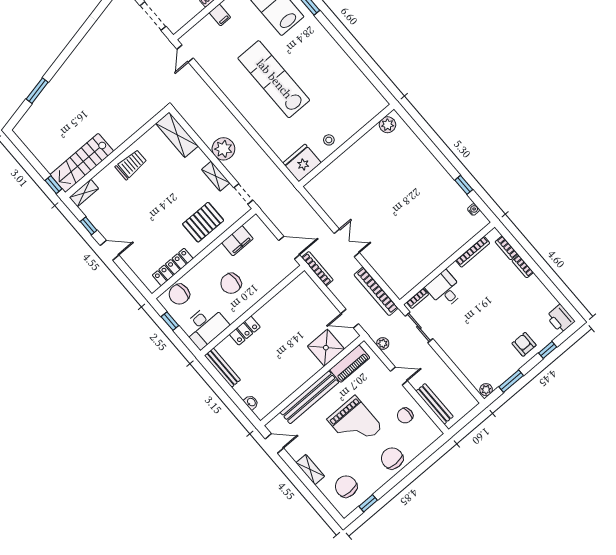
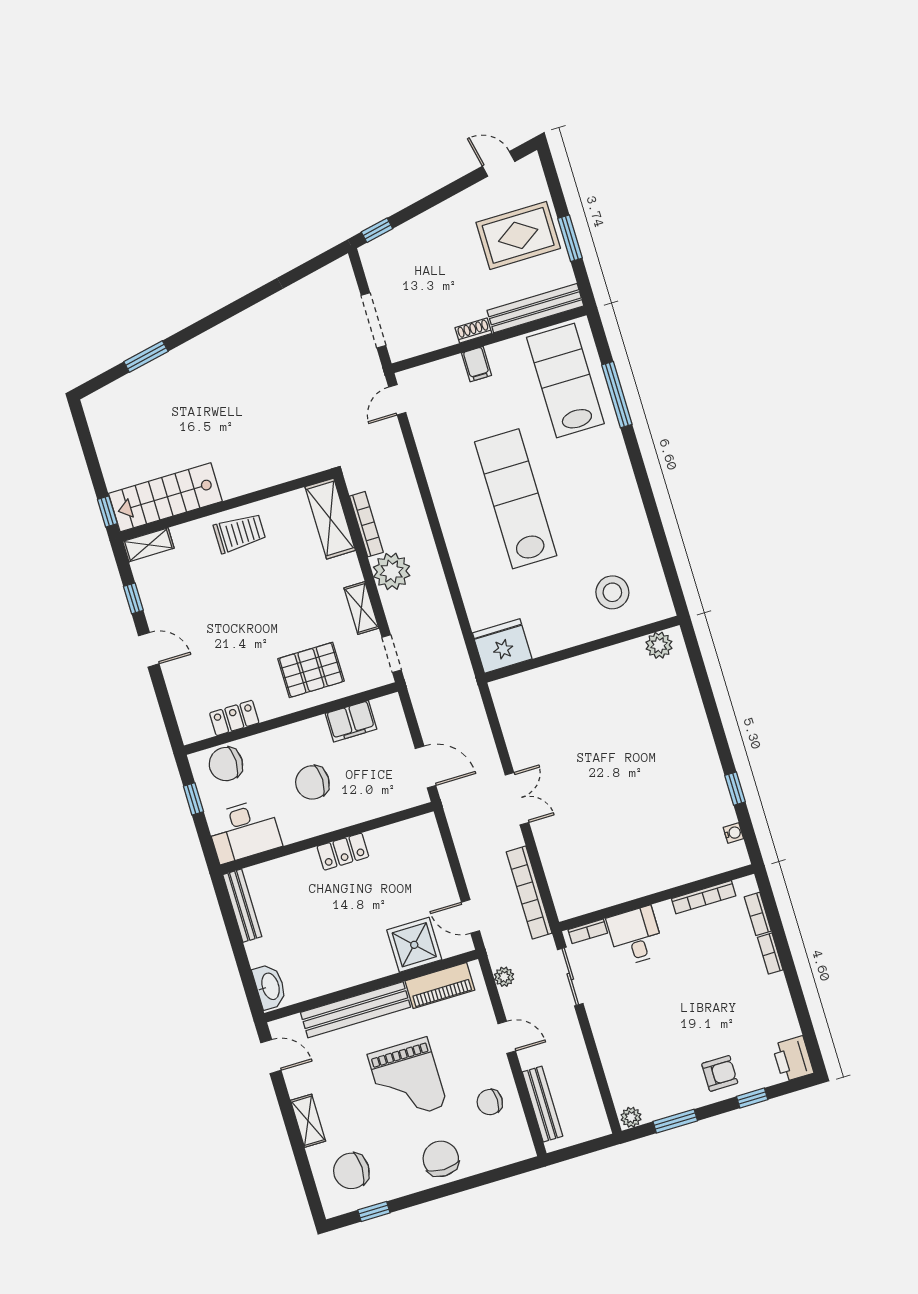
stool: (329, 140) -> (612, 592), moved, width x1.89, depth x1.89
locker: (173, 267) -> (234, 718), width x0.66
bookcase: (317, 269) -> (366, 524), moved
locker: (245, 331) -> (343, 852), moved
armchair: (524, 344) -> (720, 1073), turned 90
washbasin: (251, 402) -> (270, 987), width x1.91, depth x1.45
chair: (346, 487) -> (351, 1171), turned -90

